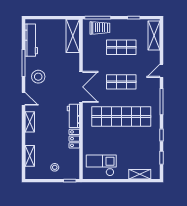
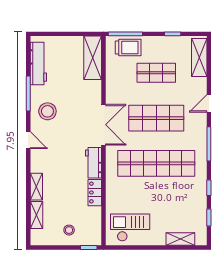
shop shelf: (121, 82) -> (156, 118), width x1.43, depth x1.36
shelving: (30, 122) -> (36, 187), moved

